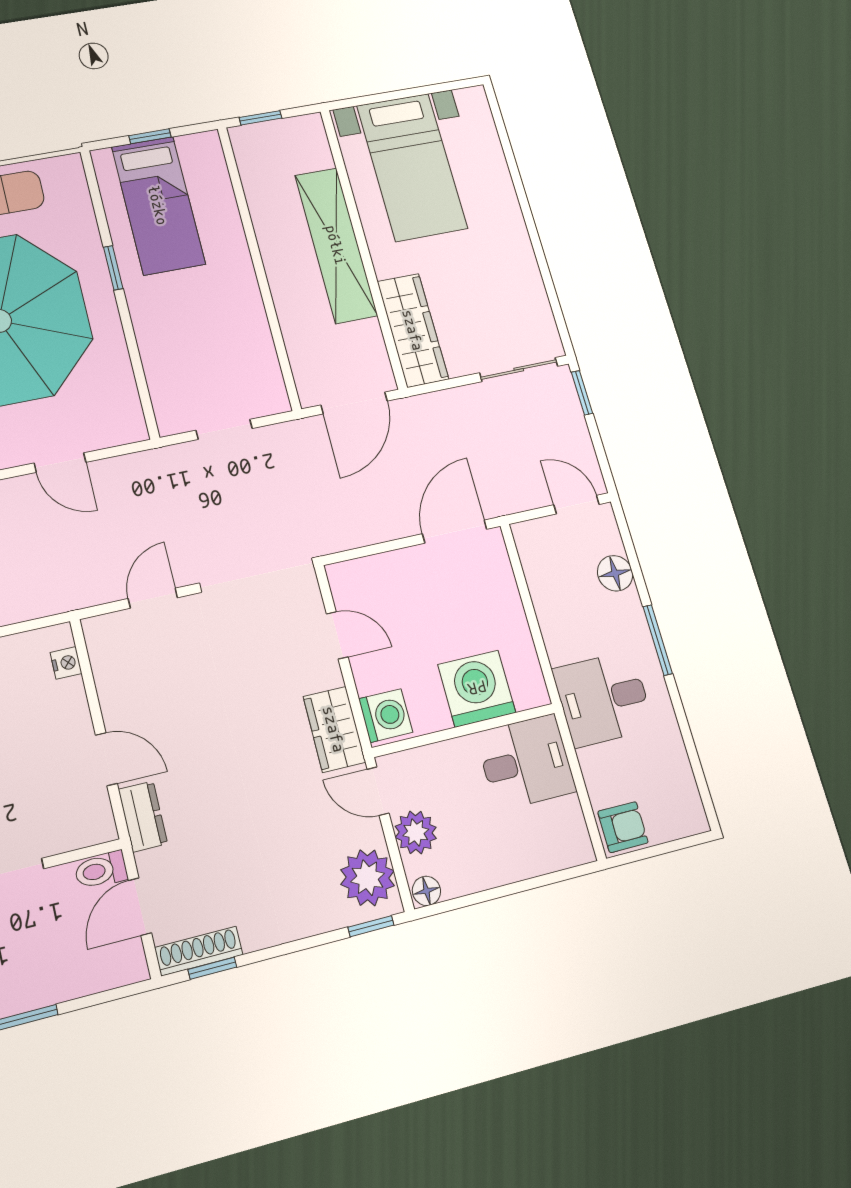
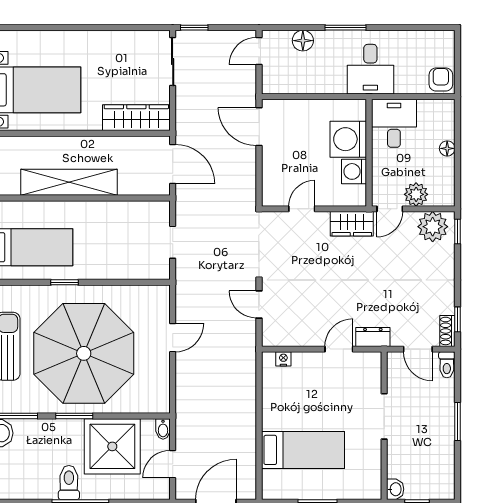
shelving: (336, 245) -> (69, 182), moved
washing machine: (386, 716) -> (354, 171), moved, turned -90
toilet: (101, 870) -> (447, 365), moved
floor lamp: (426, 891) -> (447, 148), moved
shoe rack: (199, 951) -> (447, 331), width x0.70

